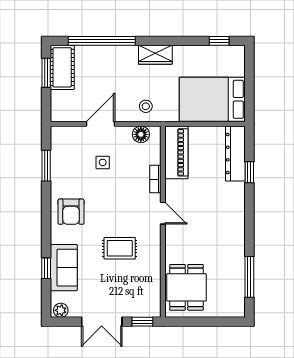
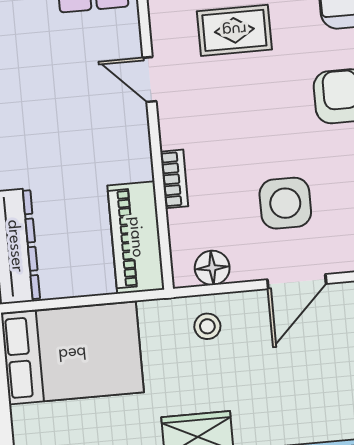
side table: (103, 162) -> (285, 203), width x1.87, depth x1.87
door: (163, 213) -> (150, 80), moved

